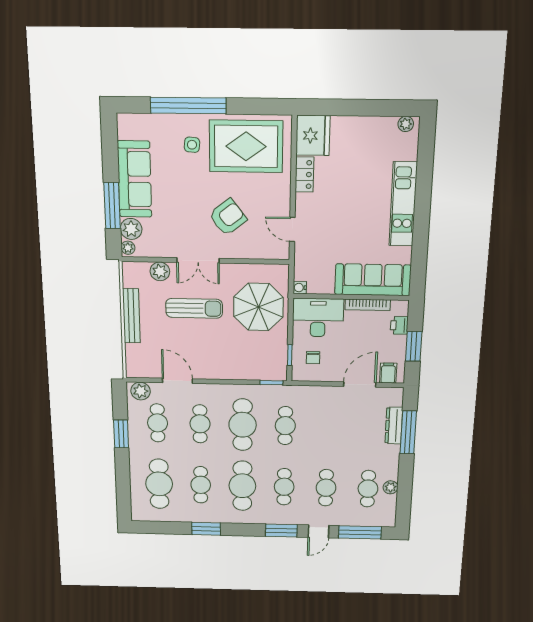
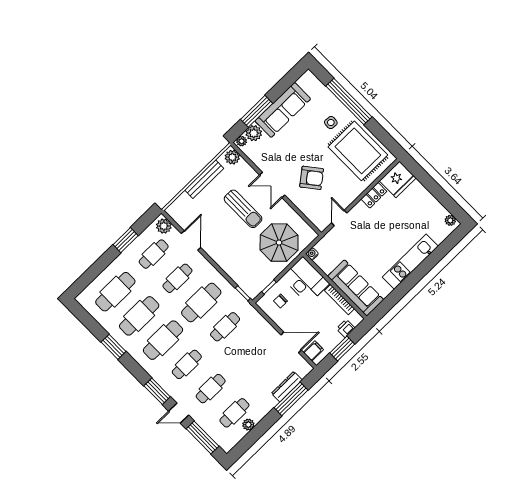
plant: (160, 271) -> (232, 157), moved
cafe table: (201, 485) -> (139, 316), width x1.37, depth x1.35

